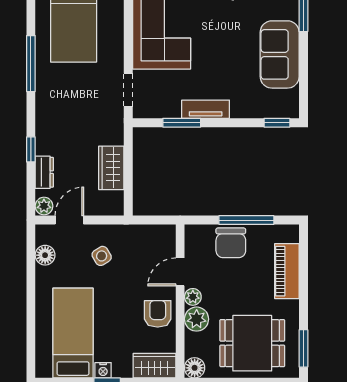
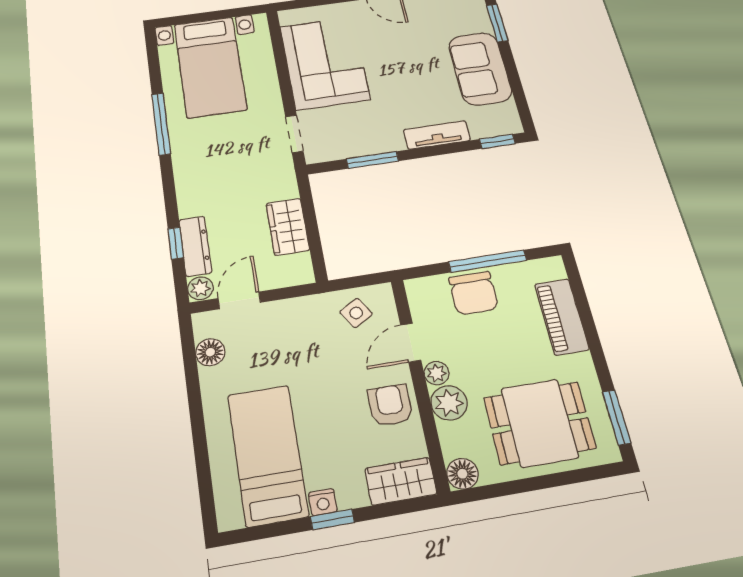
tv unit: (206, 109) -> (437, 135), moved
window: (31, 149) -> (176, 243), moved
dresser: (44, 172) -> (195, 246), width x1.44
side table: (102, 256) -> (356, 313), moved

